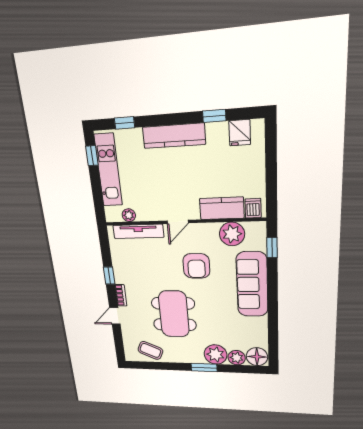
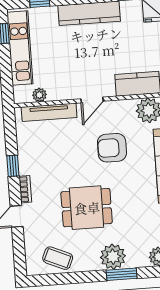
armchair: (196, 266) -> (112, 148), turned 90
dining table: (174, 314) -> (87, 208), width x0.73
plant: (216, 354) -> (113, 257), moved

